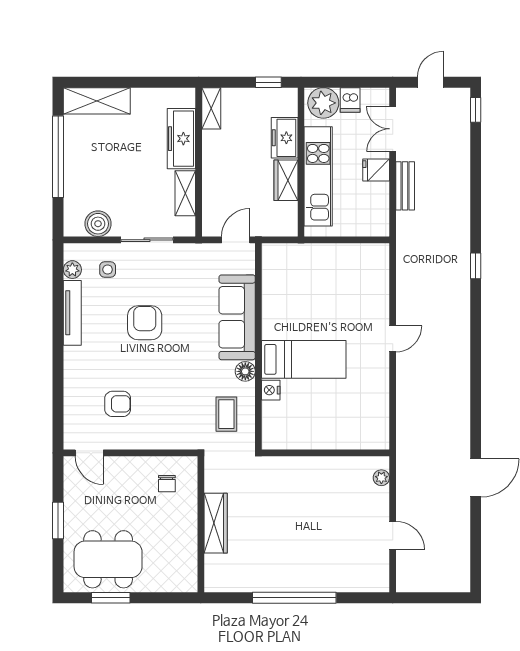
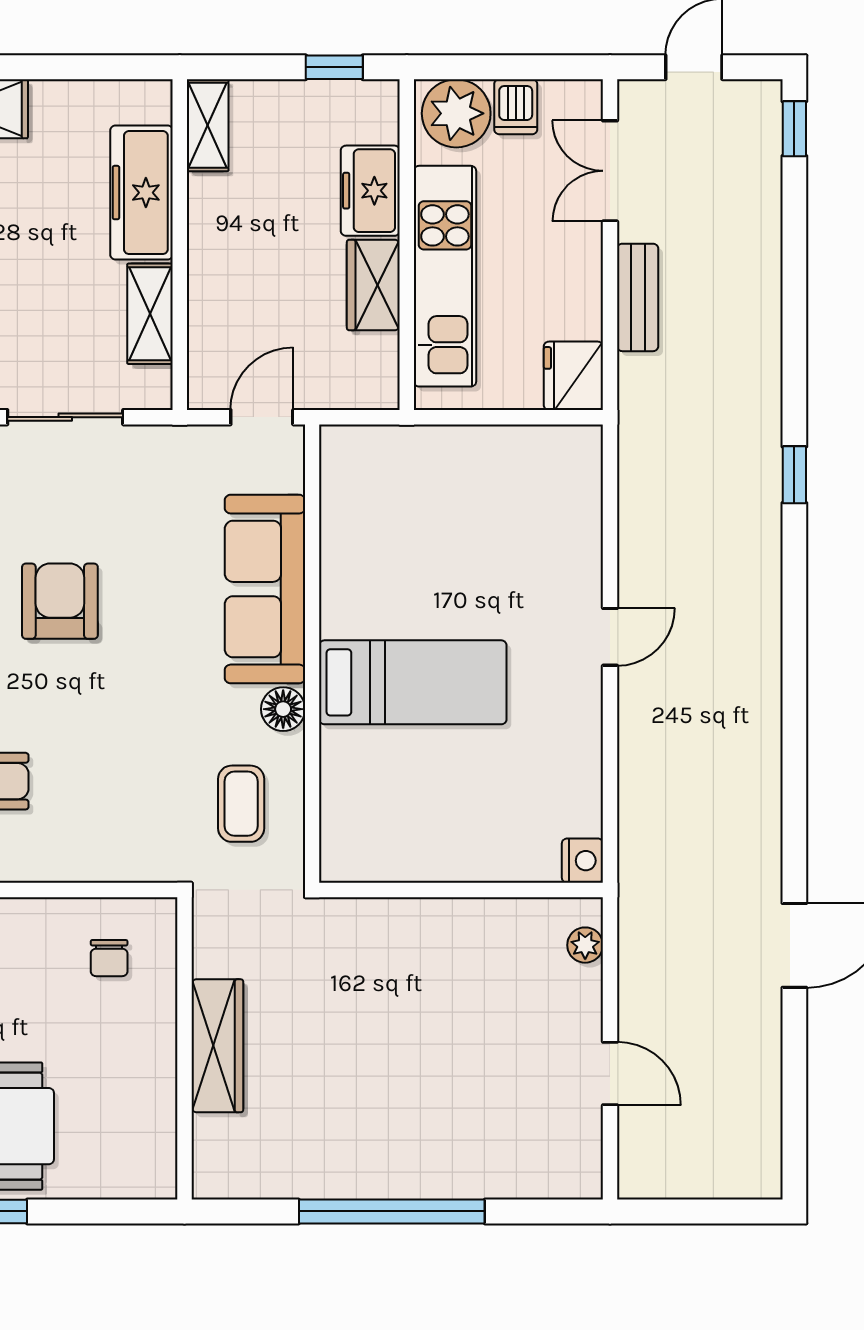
fridge: (376, 170) -> (573, 376), moved, width x1.38
nightstand: (271, 390) -> (582, 861), moved, turned 180

